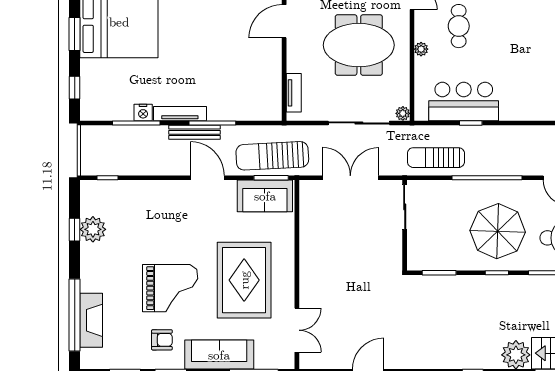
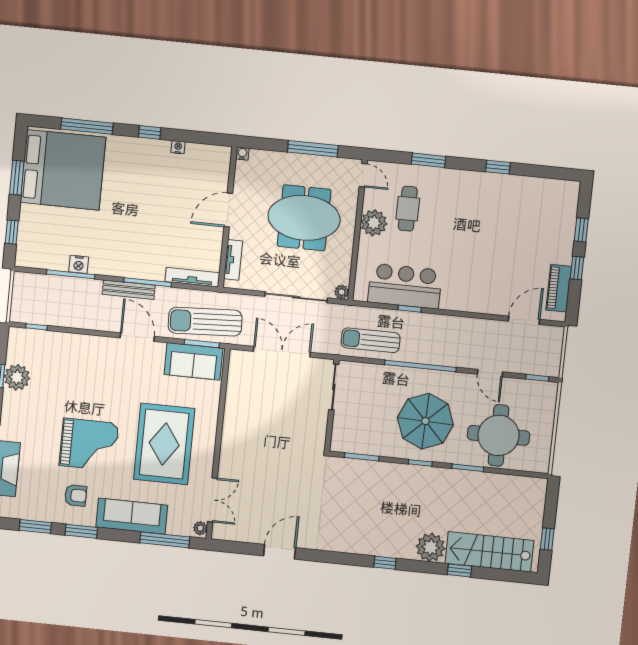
door: (284, 21) -> (228, 210), moved
plant: (421, 49) -> (374, 223), width x1.88, depth x1.88
tv unit: (180, 114) -> (192, 277), moved
plant: (288, 359) -> (200, 528), added

